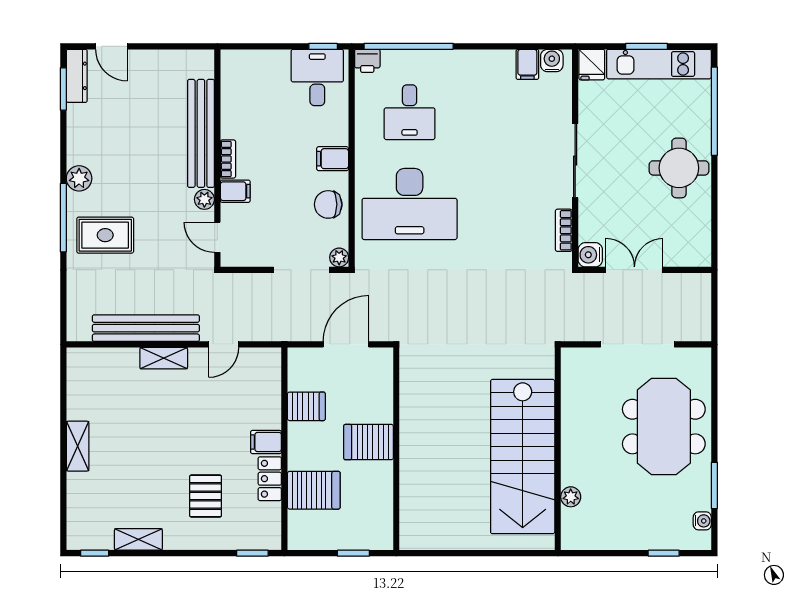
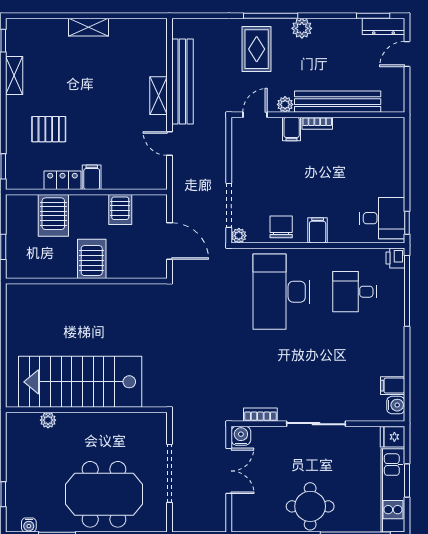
bench: (201, 133) -> (338, 102), moved
wall: (217, 158) -> (318, 115), moved
bookcase: (228, 159) -> (317, 123), moved
filing cabinet: (235, 191) -> (292, 129), moved
plant: (204, 199) -> (285, 104), moved
door: (217, 237) -> (255, 115), moved

